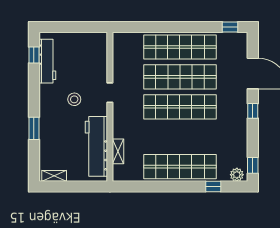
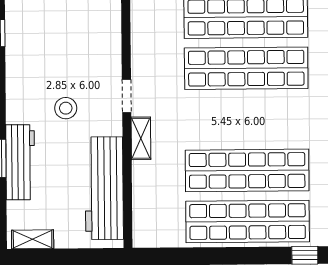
workbench: (47, 61) -> (20, 162), moved
shop shelf: (180, 107) -> (247, 170), moved
shelving: (118, 151) -> (141, 138), moved

